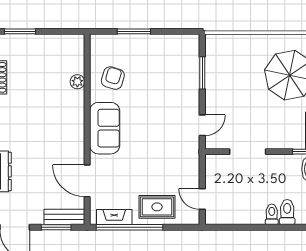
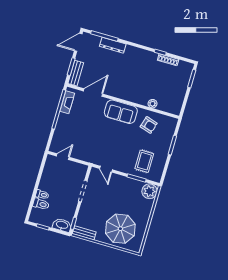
plant: (217, 46) -> (149, 191), added
rug: (157, 207) -> (144, 161), moved

